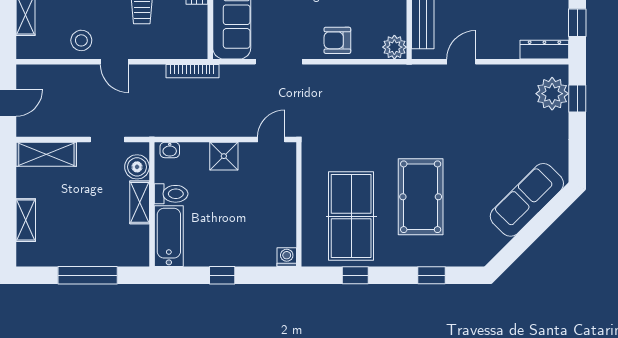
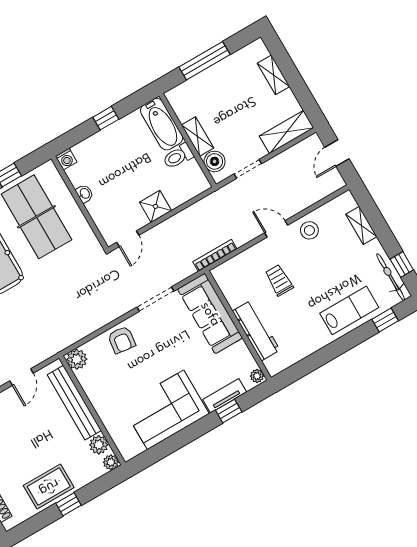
armchair: (337, 40) -> (122, 340), turned 97
washbasin: (170, 150) -> (85, 194), moved, turned 90

